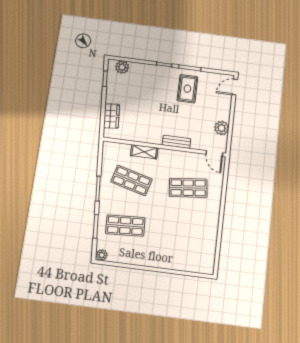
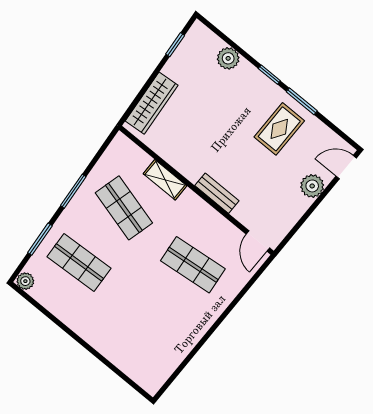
plant: (122, 67) -> (228, 58), moved
wardrobe: (112, 116) -> (152, 103), width x1.50
plant: (222, 128) -> (312, 186), moved

